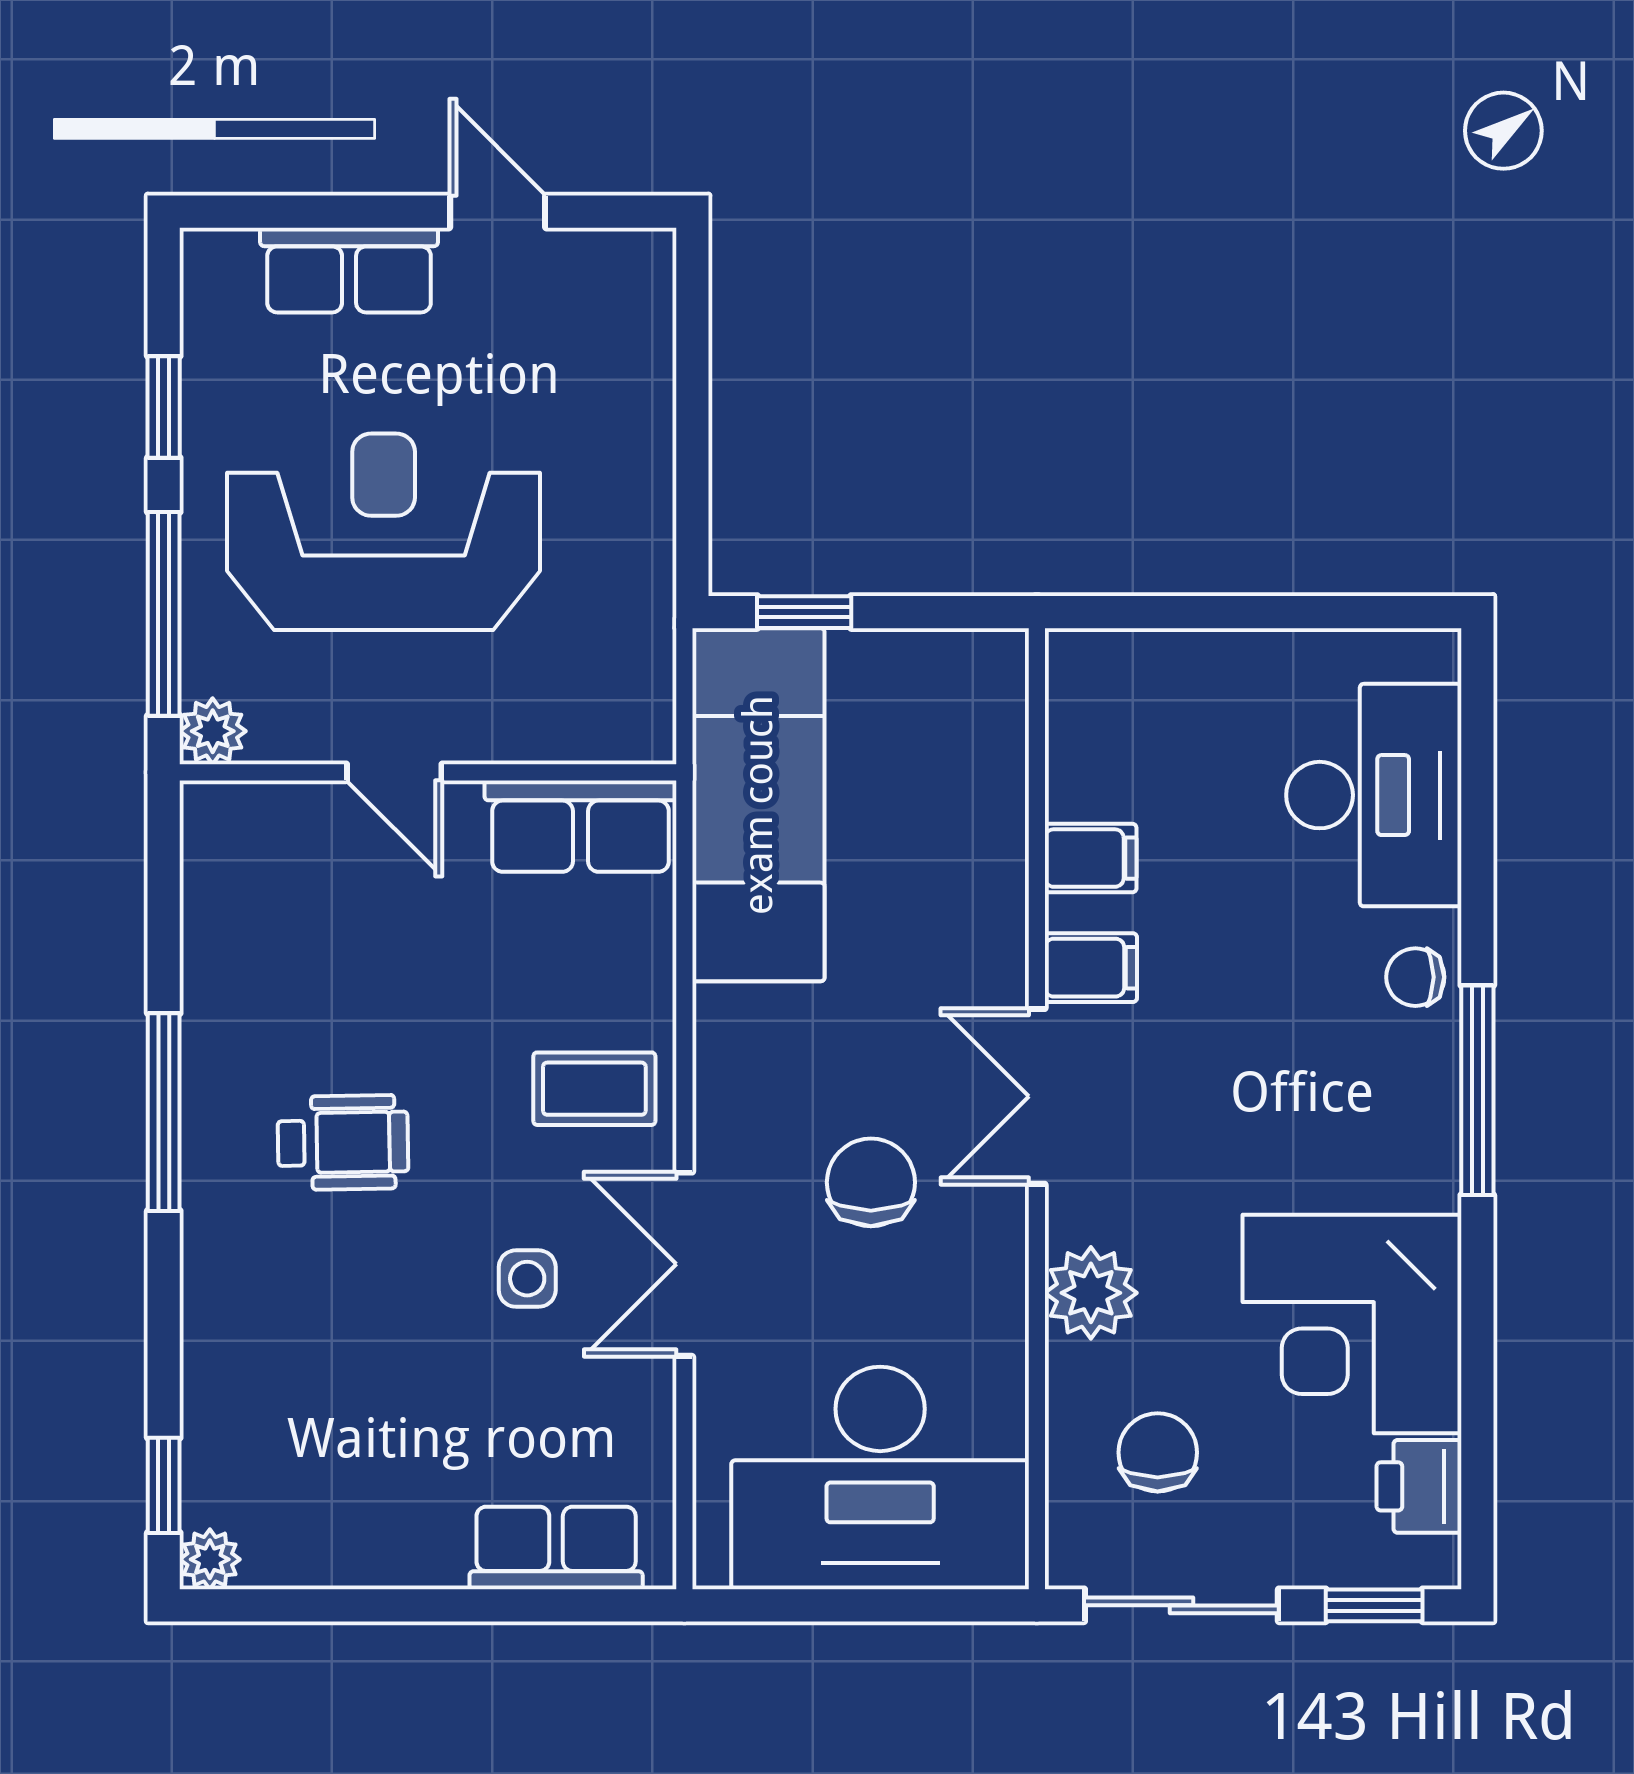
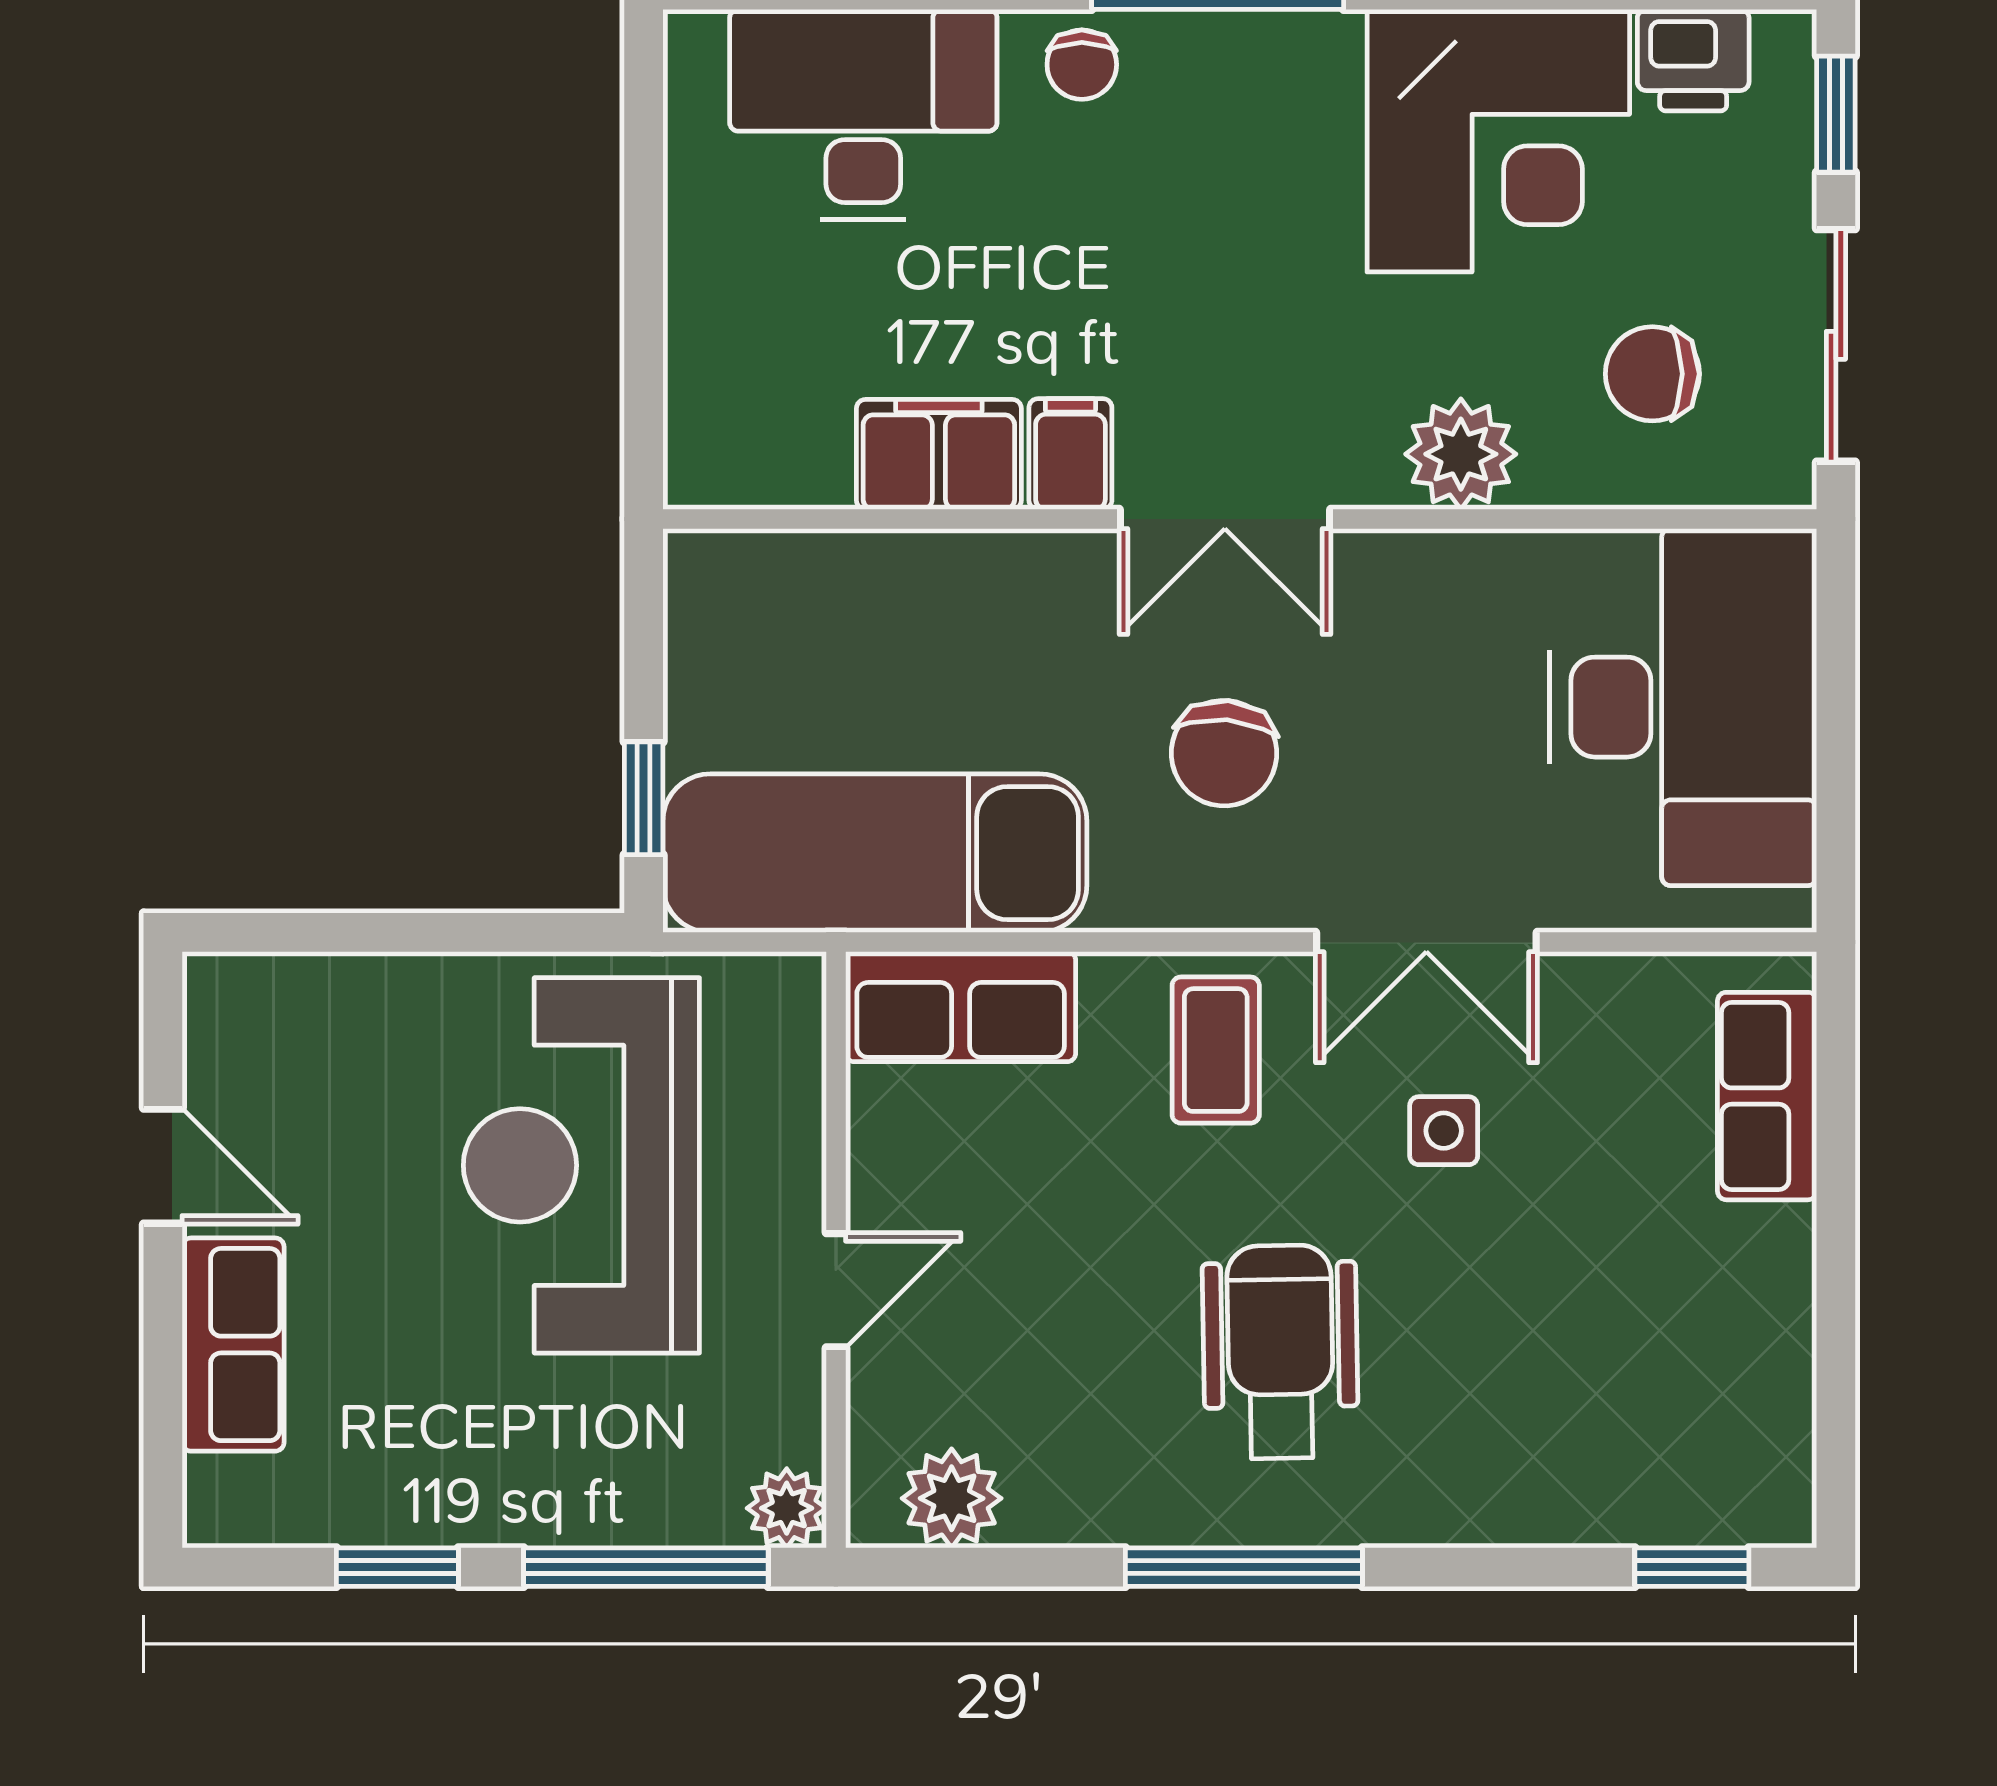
door: (498, 212) -> (163, 1166), swing flipped
reception desk: (384, 532) -> (581, 1165), moved
row of seats: (580, 826) -> (961, 1007), moved, turned 90
filing cabinet: (1091, 858) -> (939, 454), width x2.00
wheelchair: (343, 1142) -> (1280, 1352), width x1.36, depth x1.37
chair: (871, 1182) -> (1224, 753), moved, turned -85
plant: (210, 1559) -> (952, 1498), moved, width x1.38, depth x1.38

